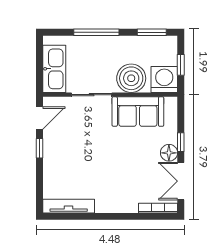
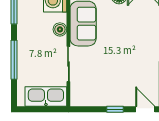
boiler: (131, 78) -> (60, 29), width x0.54, depth x0.54
door: (39, 118) -> (145, 109), moved

